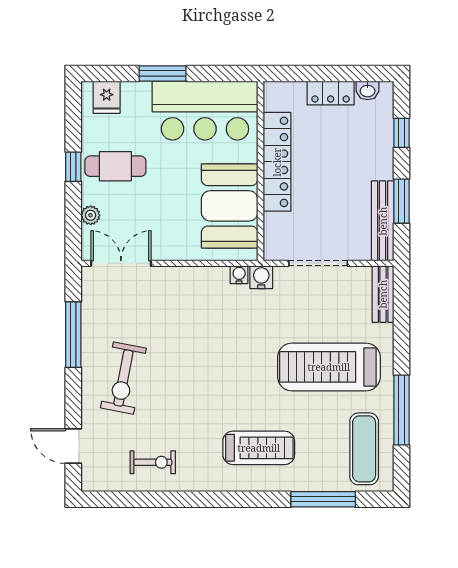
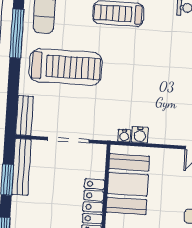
water cooler: (261, 277) -> (140, 135), moved

